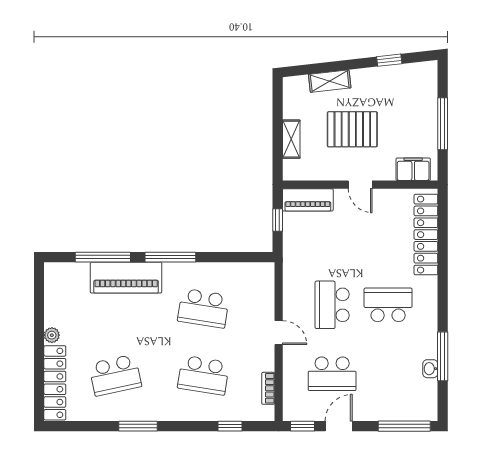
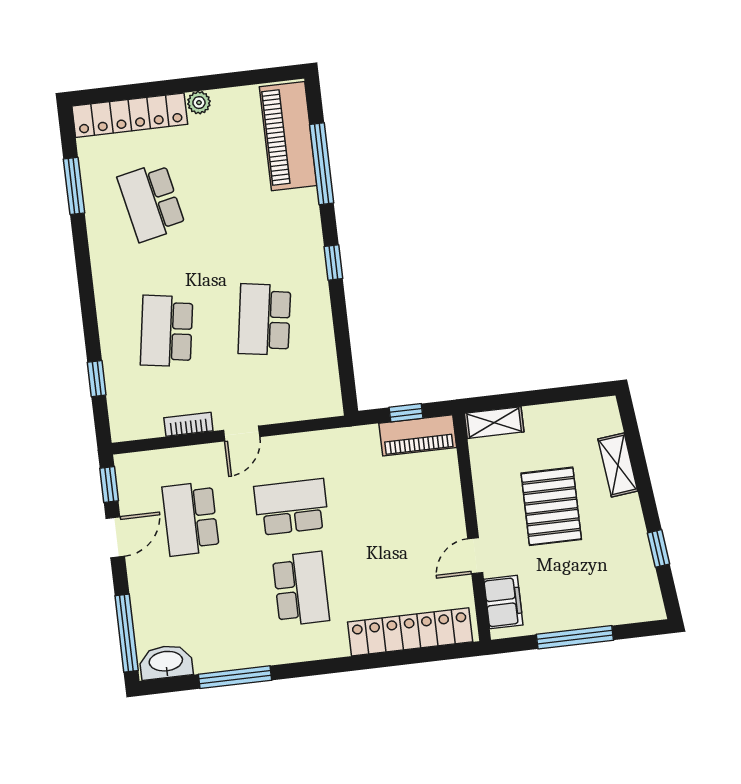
shelving: (291, 139) -> (494, 423), moved
door: (360, 185) -> (475, 556), moved
piano: (308, 200) -> (418, 435), moved, turned -90
window: (170, 257) -> (333, 262), width x0.46
piano: (126, 278) -> (288, 136), moved
washbasin: (430, 369) -> (166, 662), moved, width x1.91, depth x1.45
bookcase: (268, 388) -> (188, 424), moved
window: (138, 426) -> (74, 186), moved
door: (339, 426) -> (115, 537), hinge flipped

